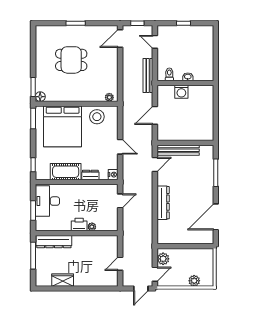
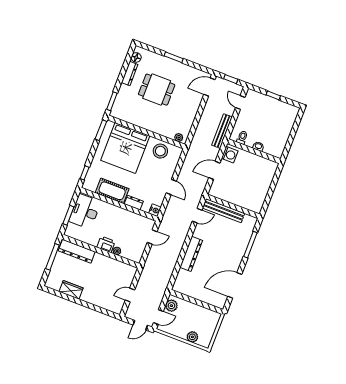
dresser: (40, 54) -> (130, 73), added
washing machine: (181, 92) -> (230, 155), moved, turned -90
floor lamp: (40, 97) -> (136, 57), moved

